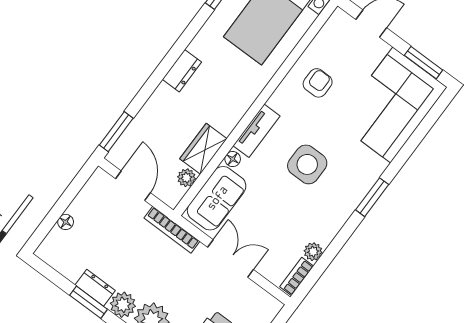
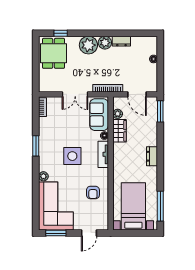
window: (372, 197) -> (36, 146), moved
plant: (313, 252) -> (43, 176), moved
window: (89, 302) -> (120, 33), removed

